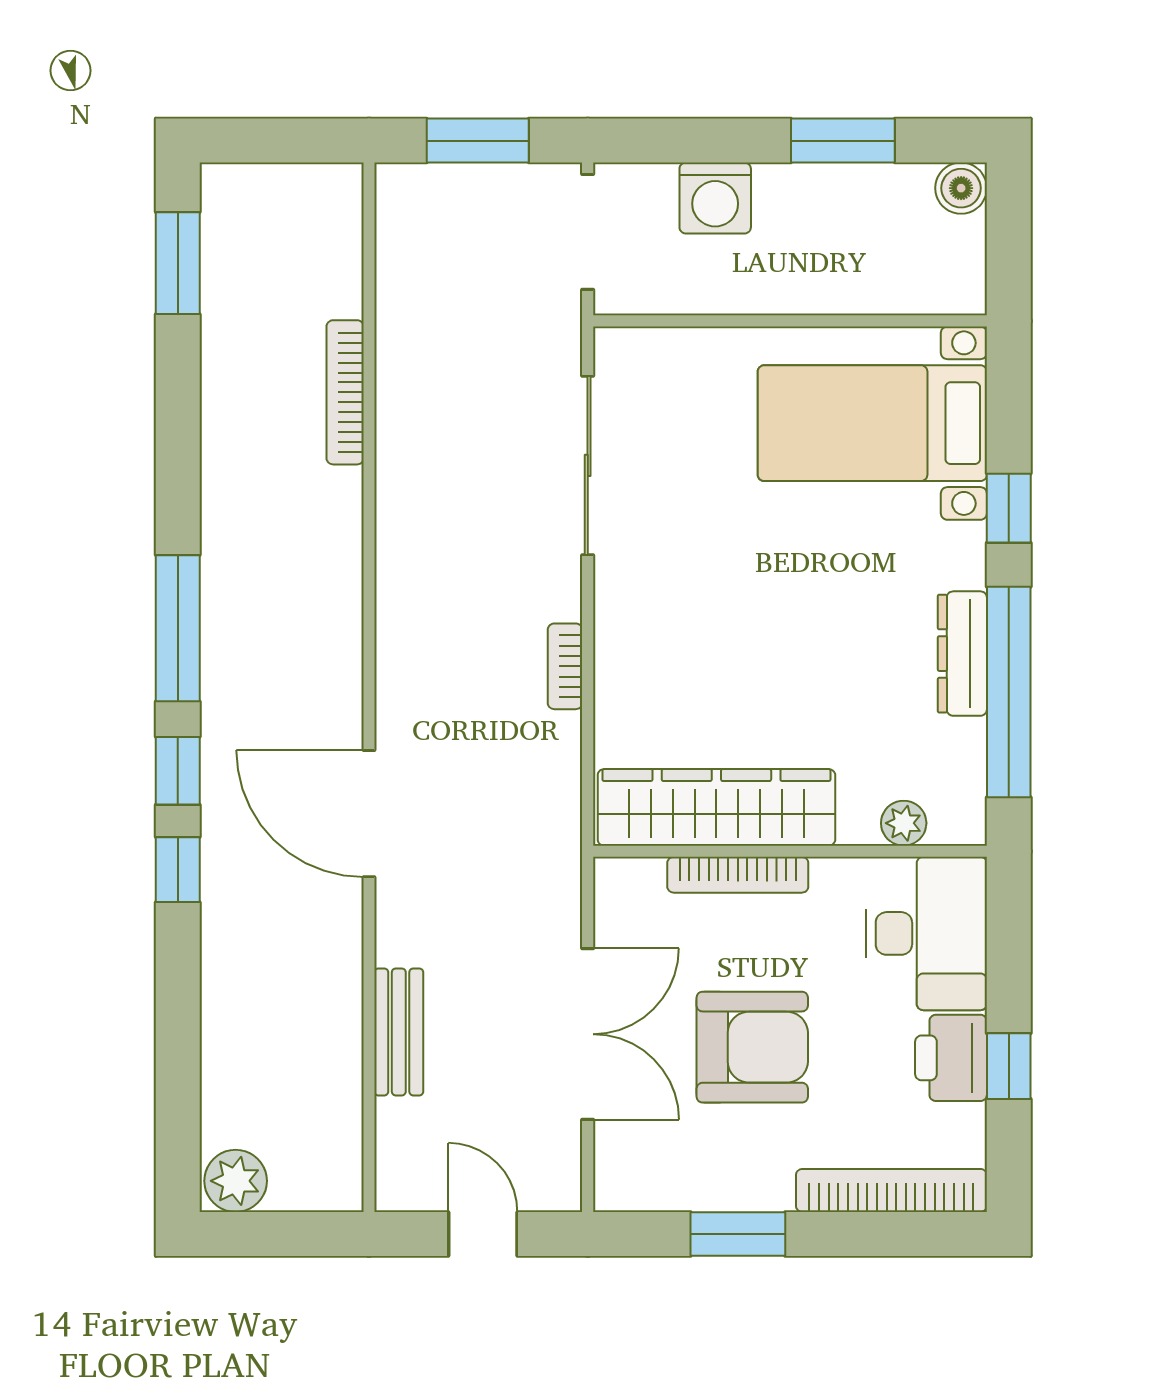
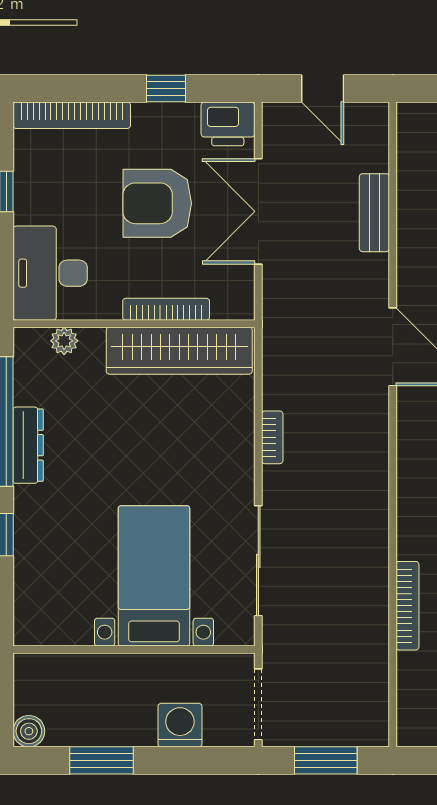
bed with nightstands: (872, 423) -> (154, 576), moved, turned -90
printer: (951, 1058) -> (228, 124), moved, turned 90
window: (738, 1234) -> (166, 89), width x0.67

